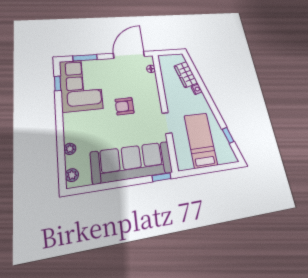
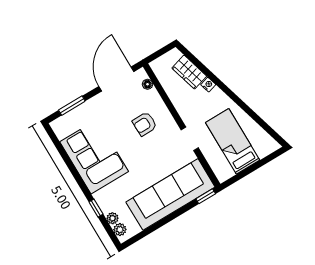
window: (58, 83) -> (96, 208), moved
corner sofa: (81, 85) -> (94, 157), moved
armchair: (124, 106) -> (145, 124), moved
window: (228, 135) -> (261, 123), removed
plant: (70, 149) -> (112, 218), moved

